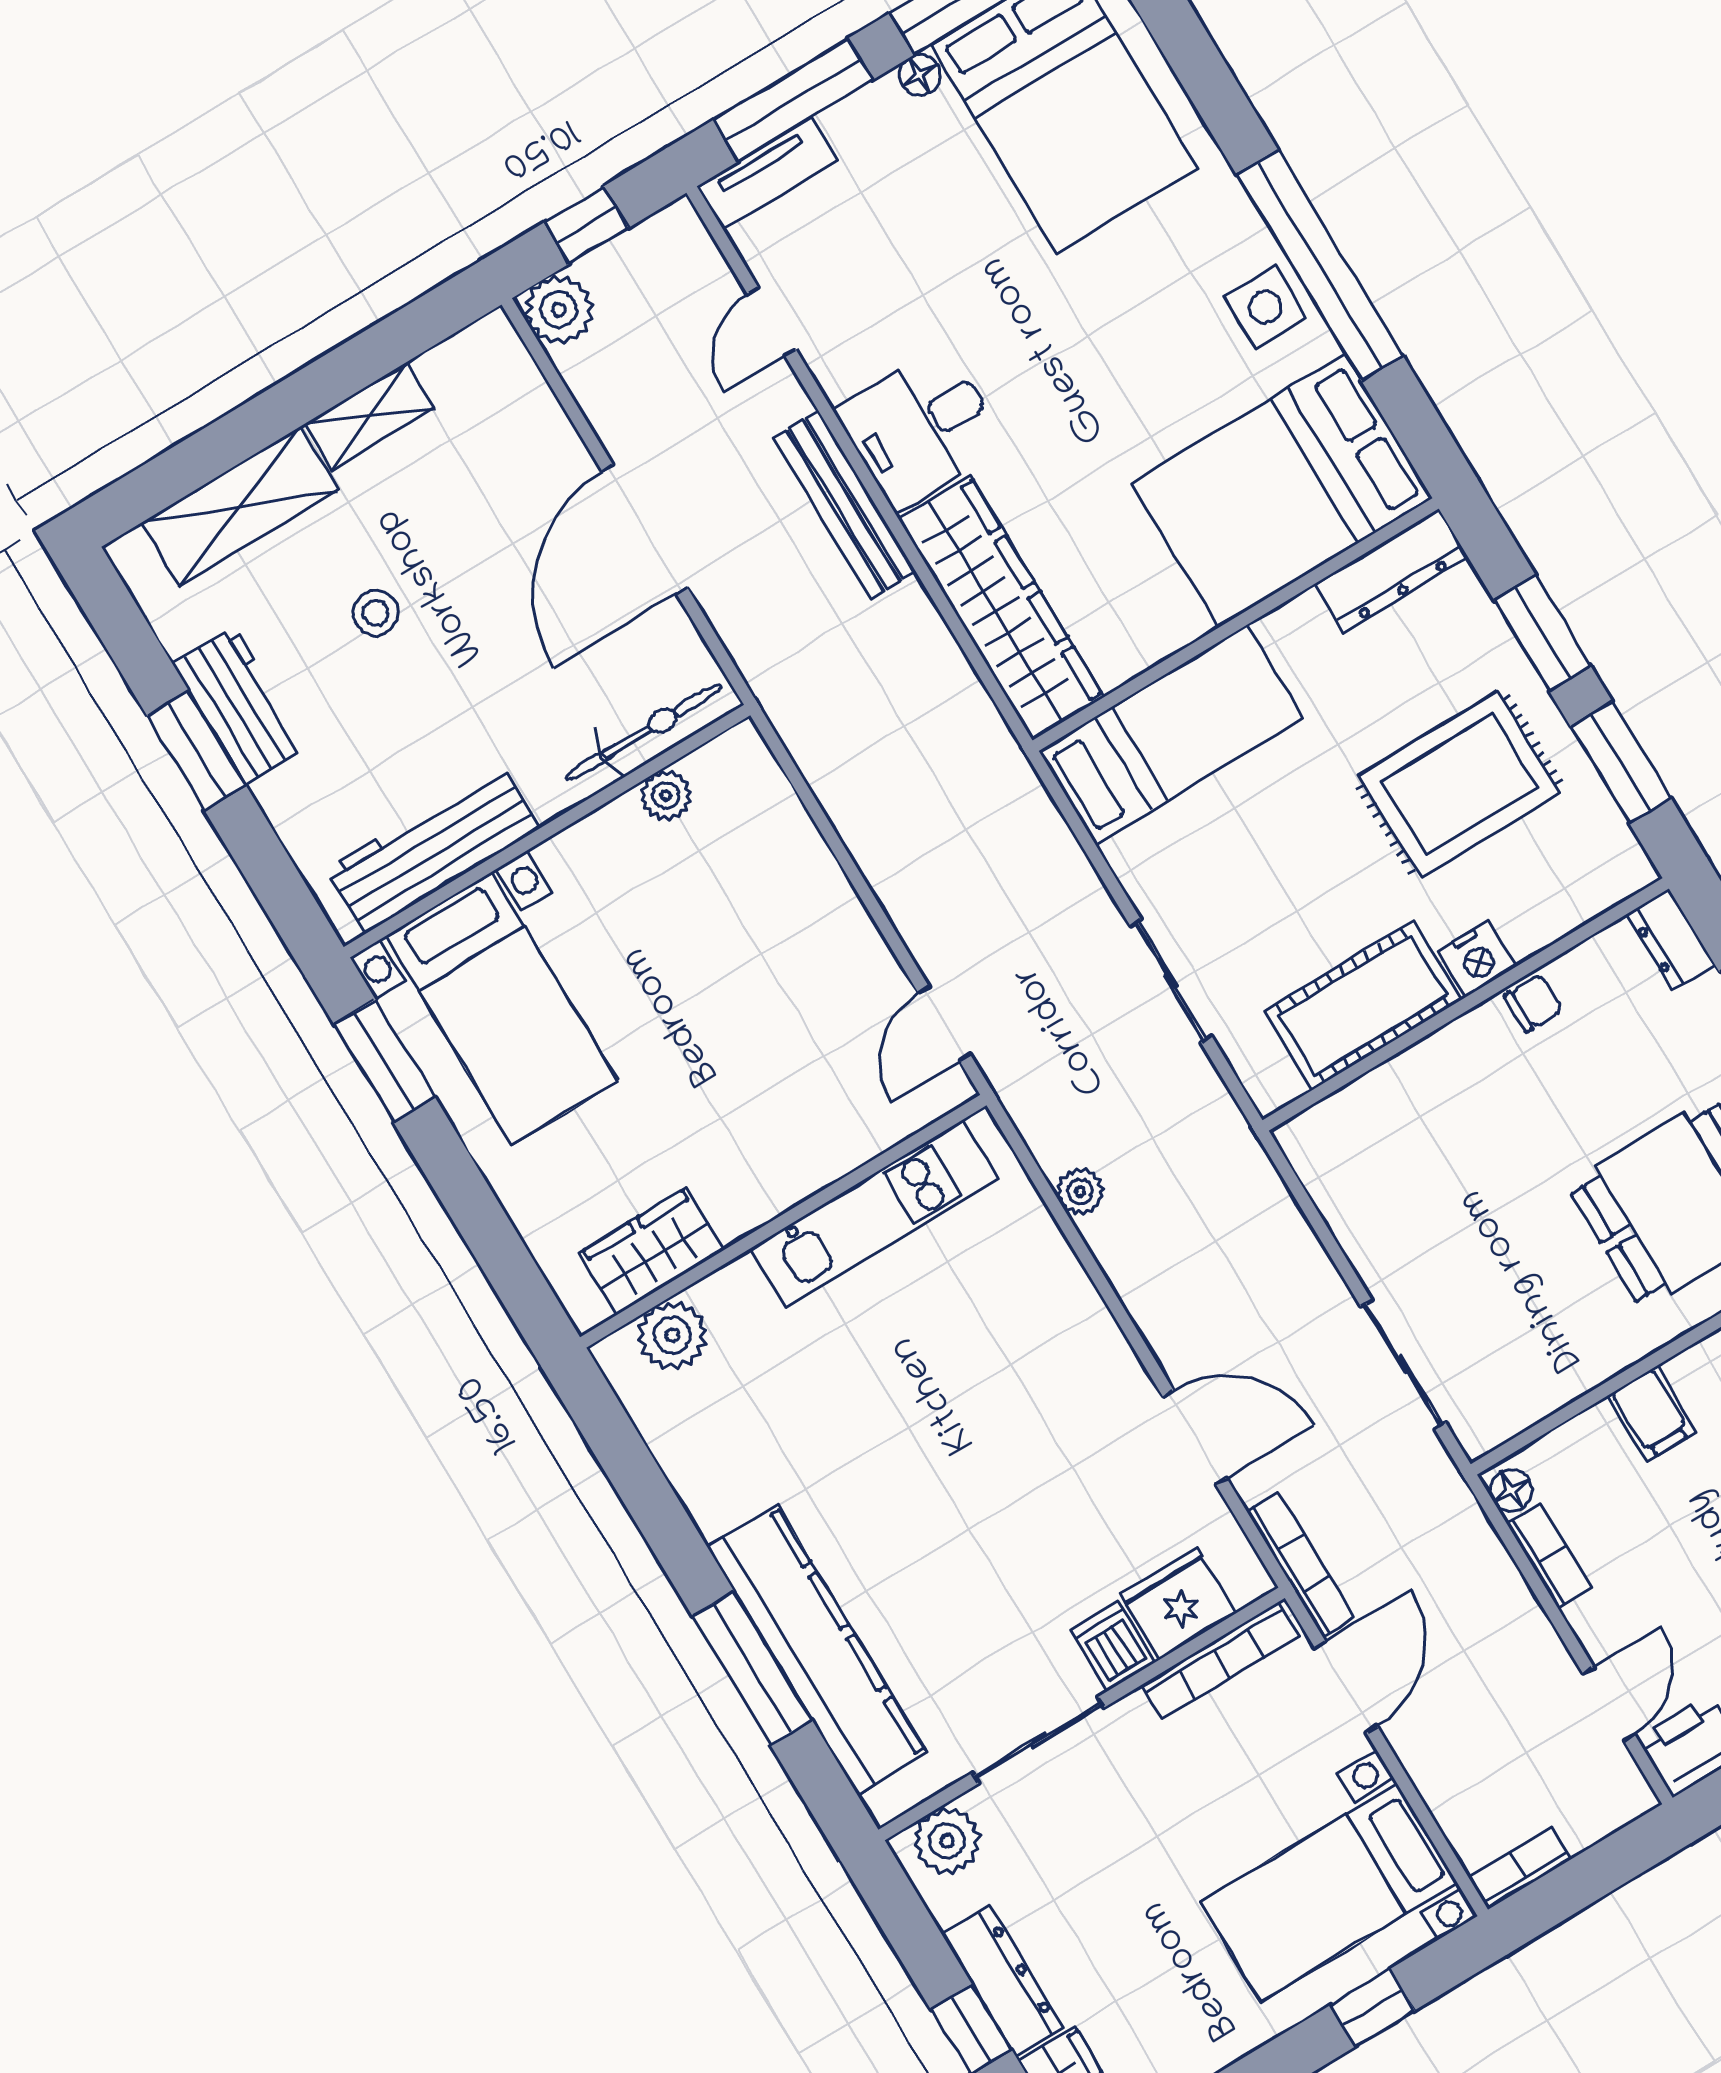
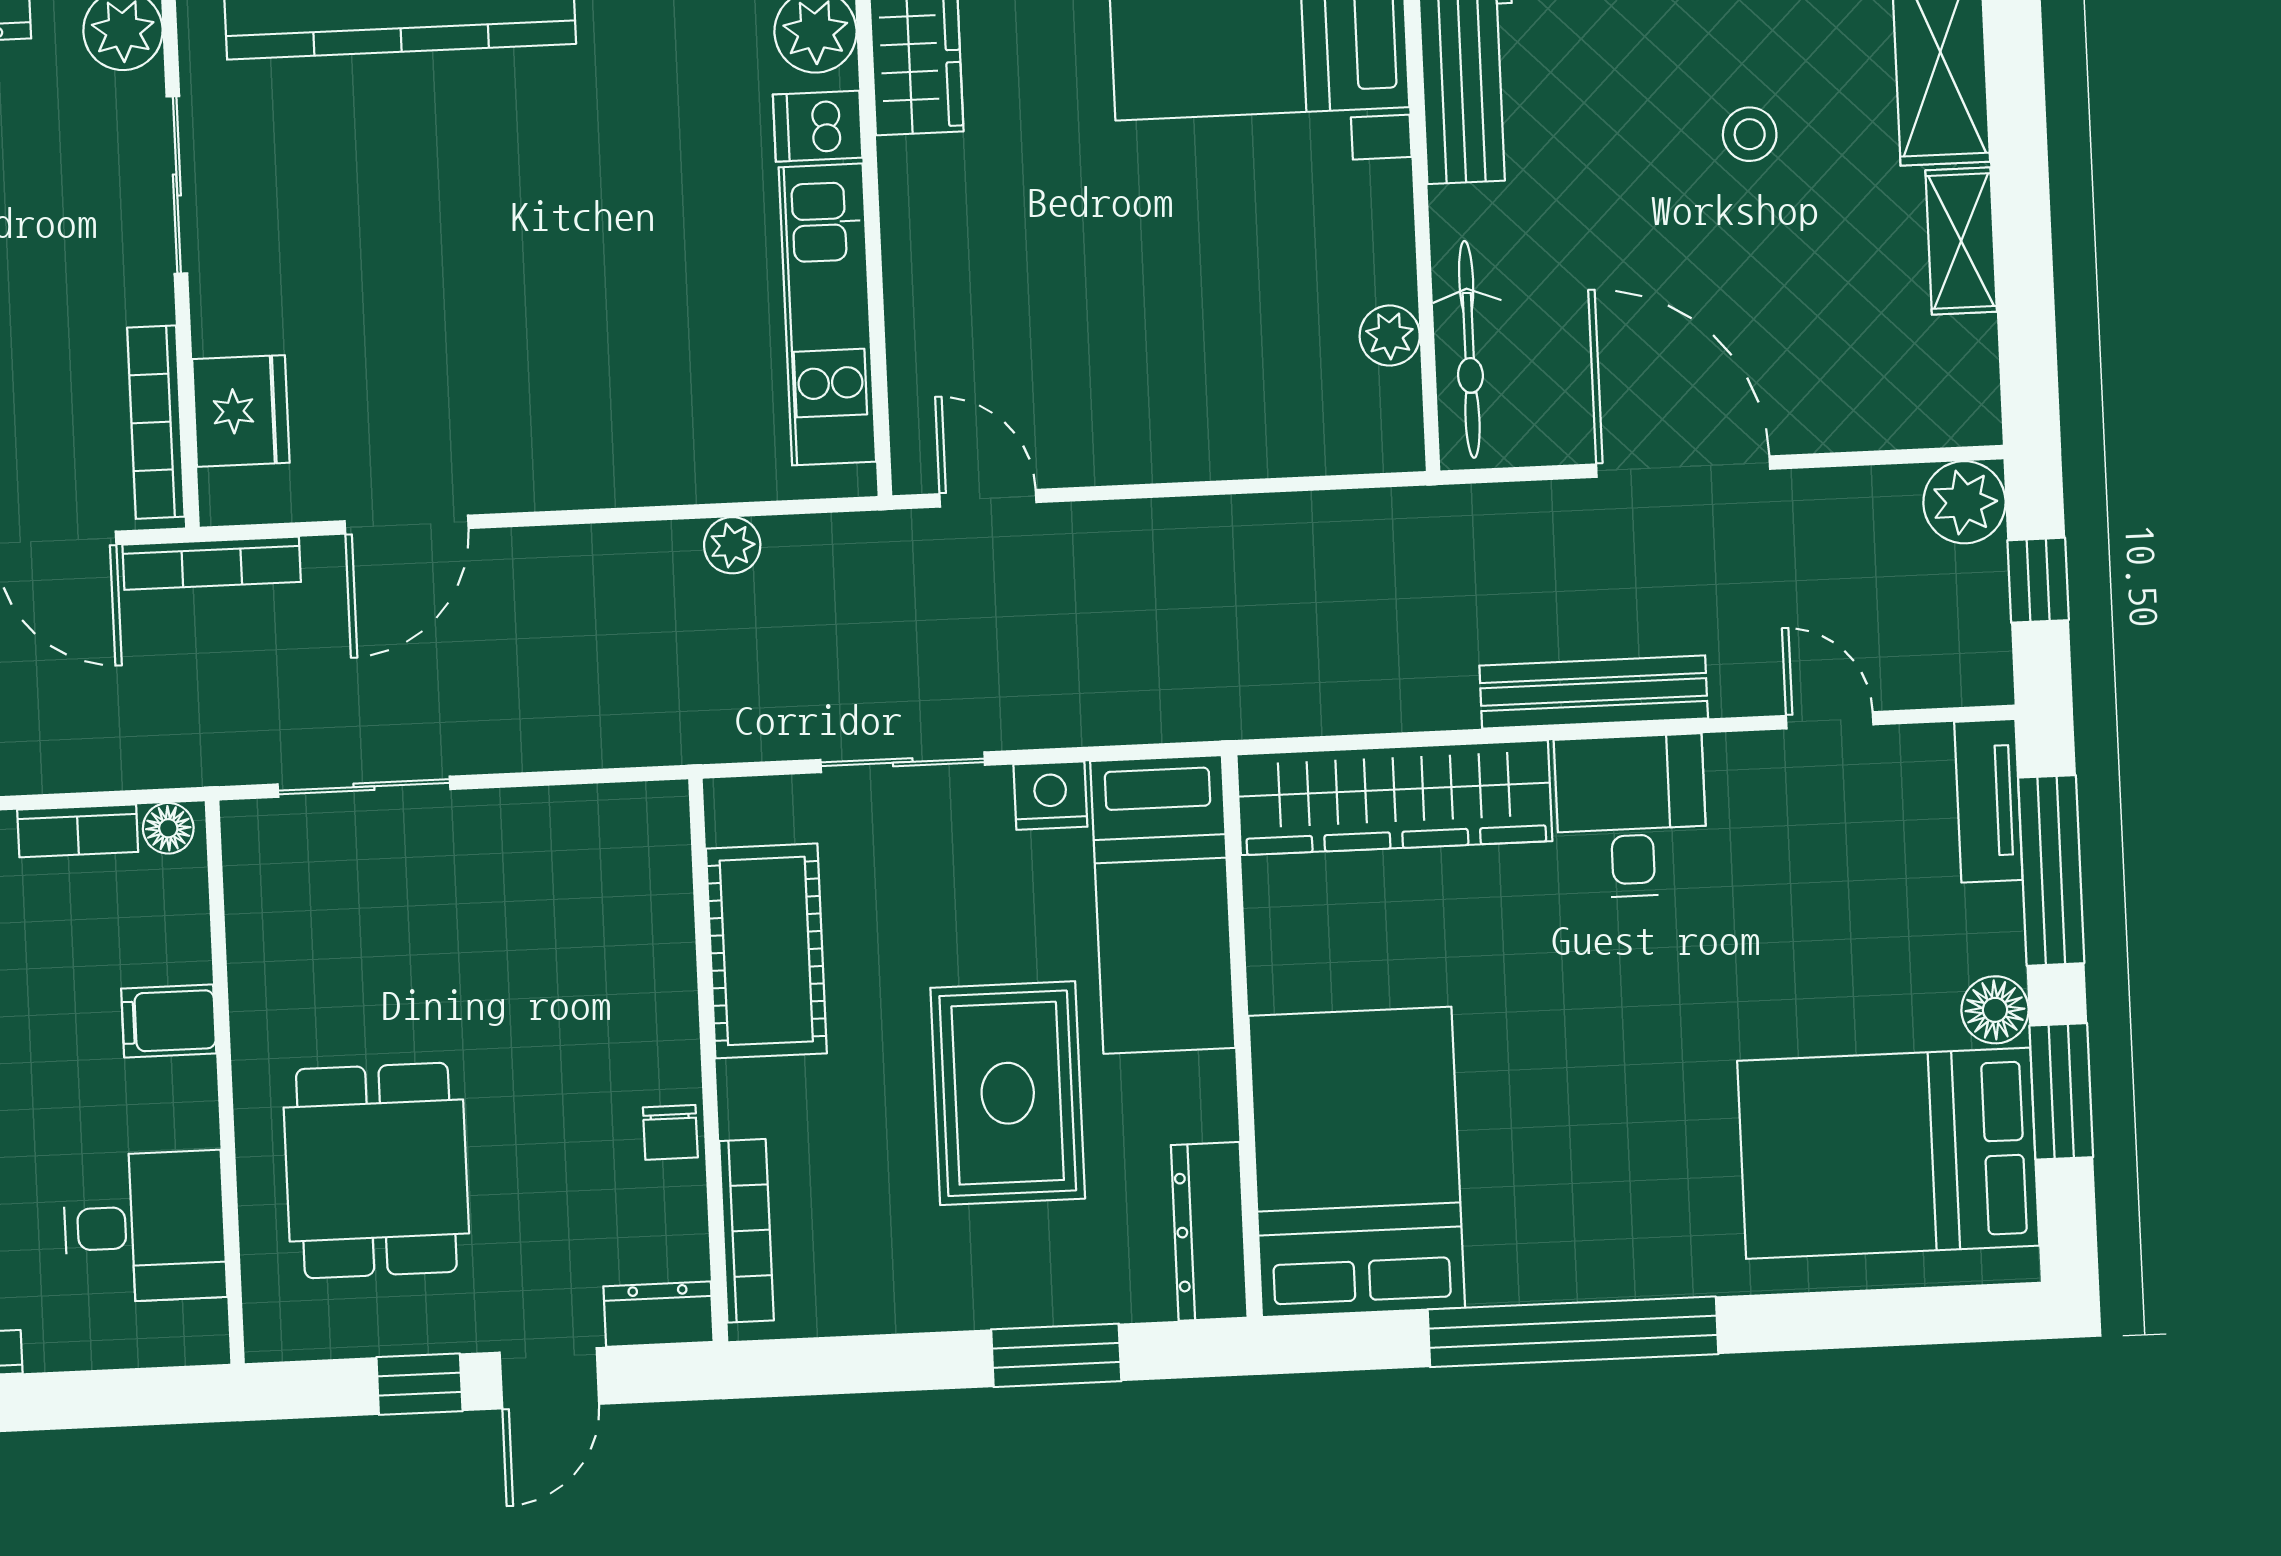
floor lamp: (920, 75) -> (1995, 1010), width x1.37, depth x1.37
side table: (1265, 307) -> (1560, 1250), removed
window: (1621, 762) -> (875, 1364), removed
rug: (1459, 784) -> (1008, 1093), moved
bookcase: (1575, 909) -> (746, 1231), added
nightstand: (1477, 959) -> (1050, 796), moved, turned 90
dishwasher: (1113, 1646) -> (818, 126), moved, turned 180

